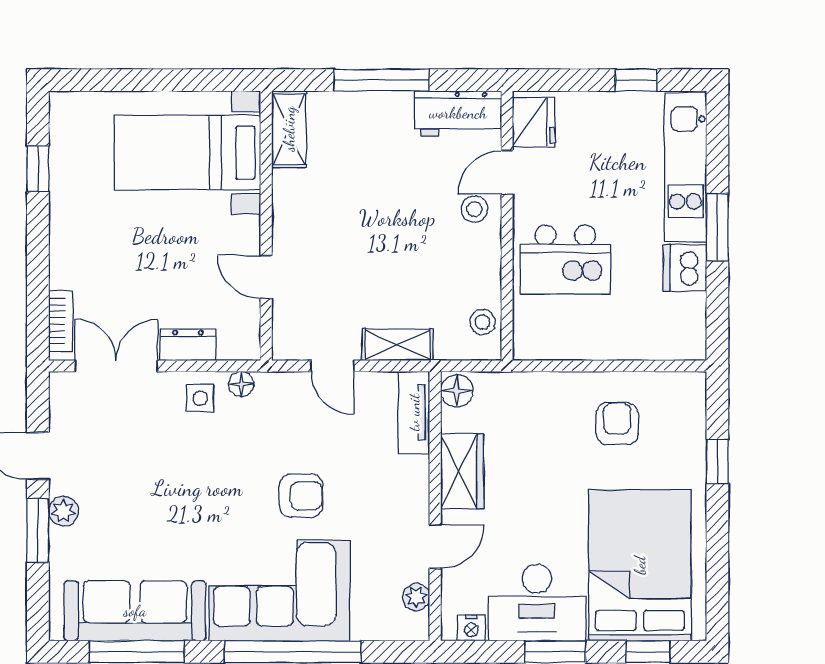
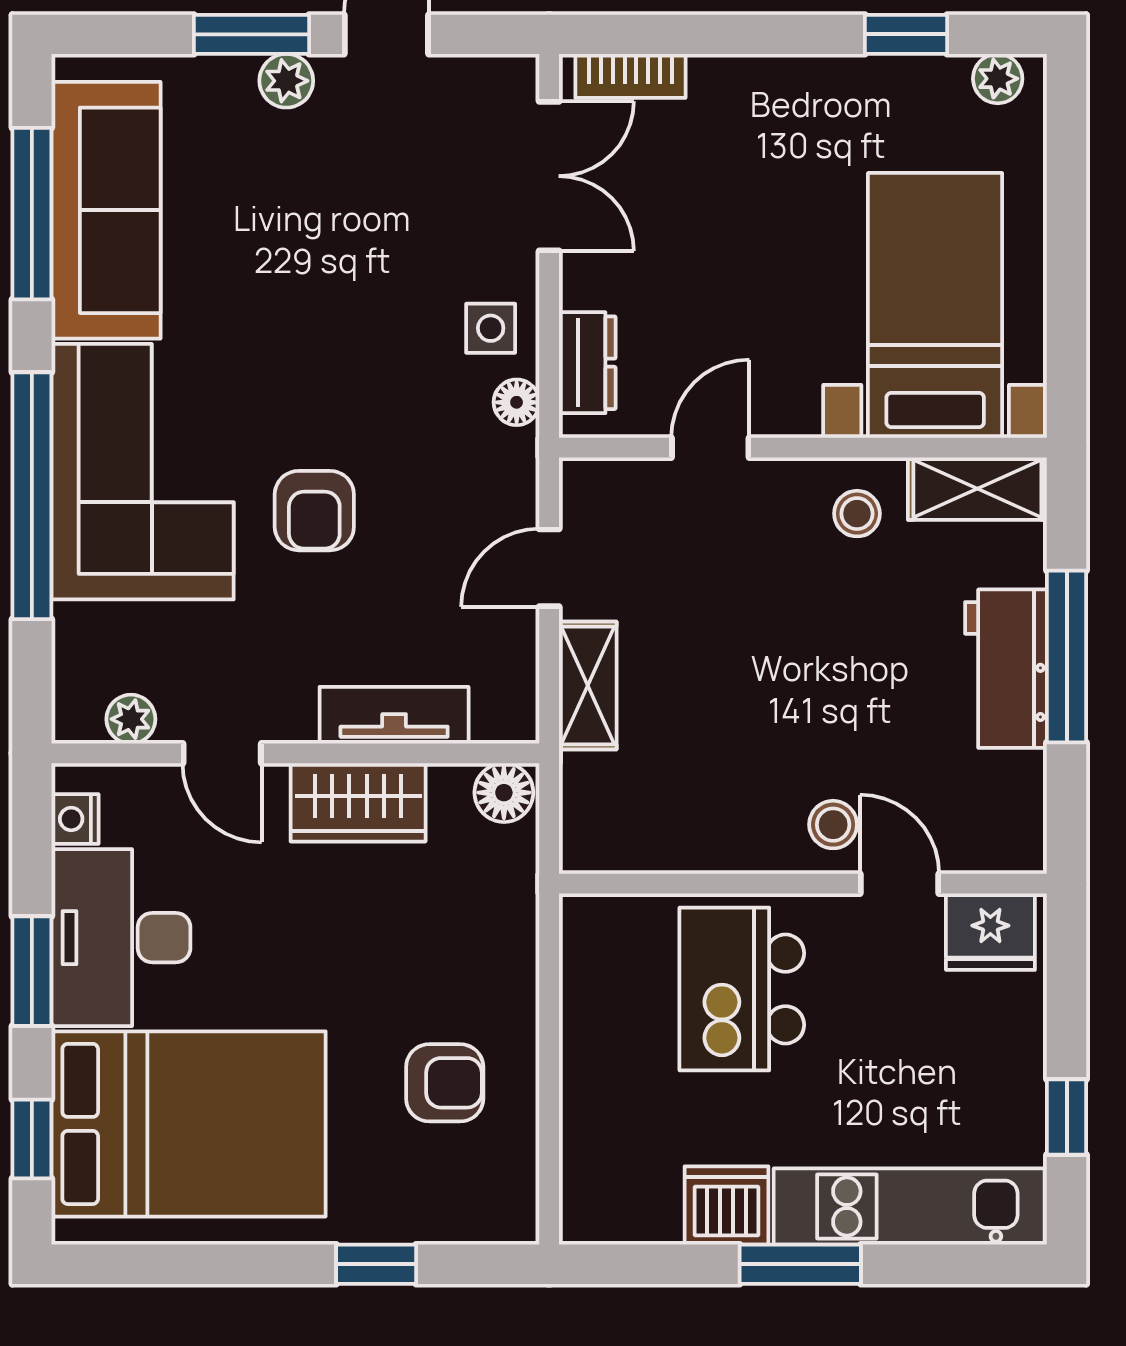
workbench: (458, 113) -> (1006, 669), moved
plant: (62, 118) -> (998, 79), added
stool: (483, 322) -> (857, 514), moved
dresser: (188, 345) -> (587, 363), moved
tv unit: (414, 412) -> (394, 715), moved

